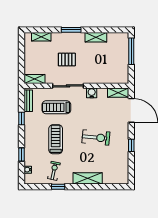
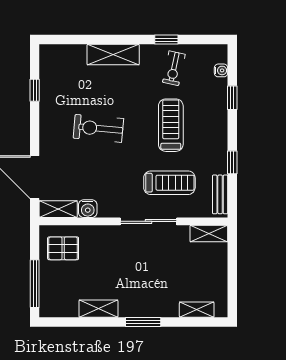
pallet: (67, 60) -> (63, 248), moved
water cooler: (92, 93) -> (88, 209), moved
treadmill: (56, 139) -> (171, 125), turned 180
window: (131, 145) -> (35, 90), moved

